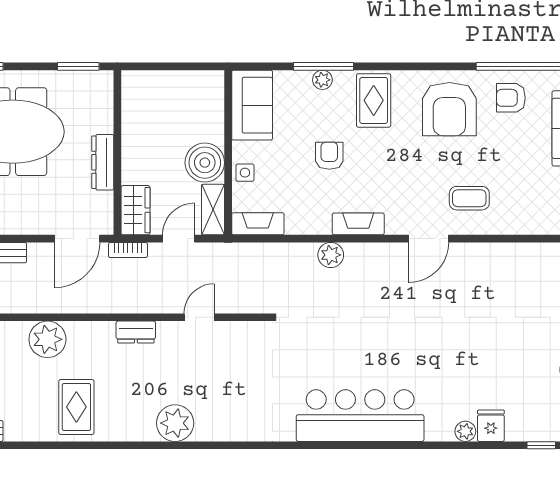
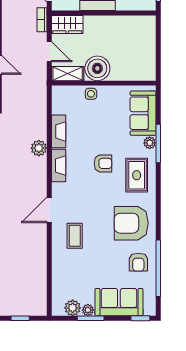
armchair: (511, 98) -> (138, 262), turned 180
rug: (374, 100) -> (137, 175), turned 90
sofa: (252, 105) -> (143, 113), moved, turned 90
armchair: (329, 156) -> (103, 163), moved
fireplace: (258, 224) -> (59, 131), moved
door: (428, 239) -> (49, 210), hinge flipped

